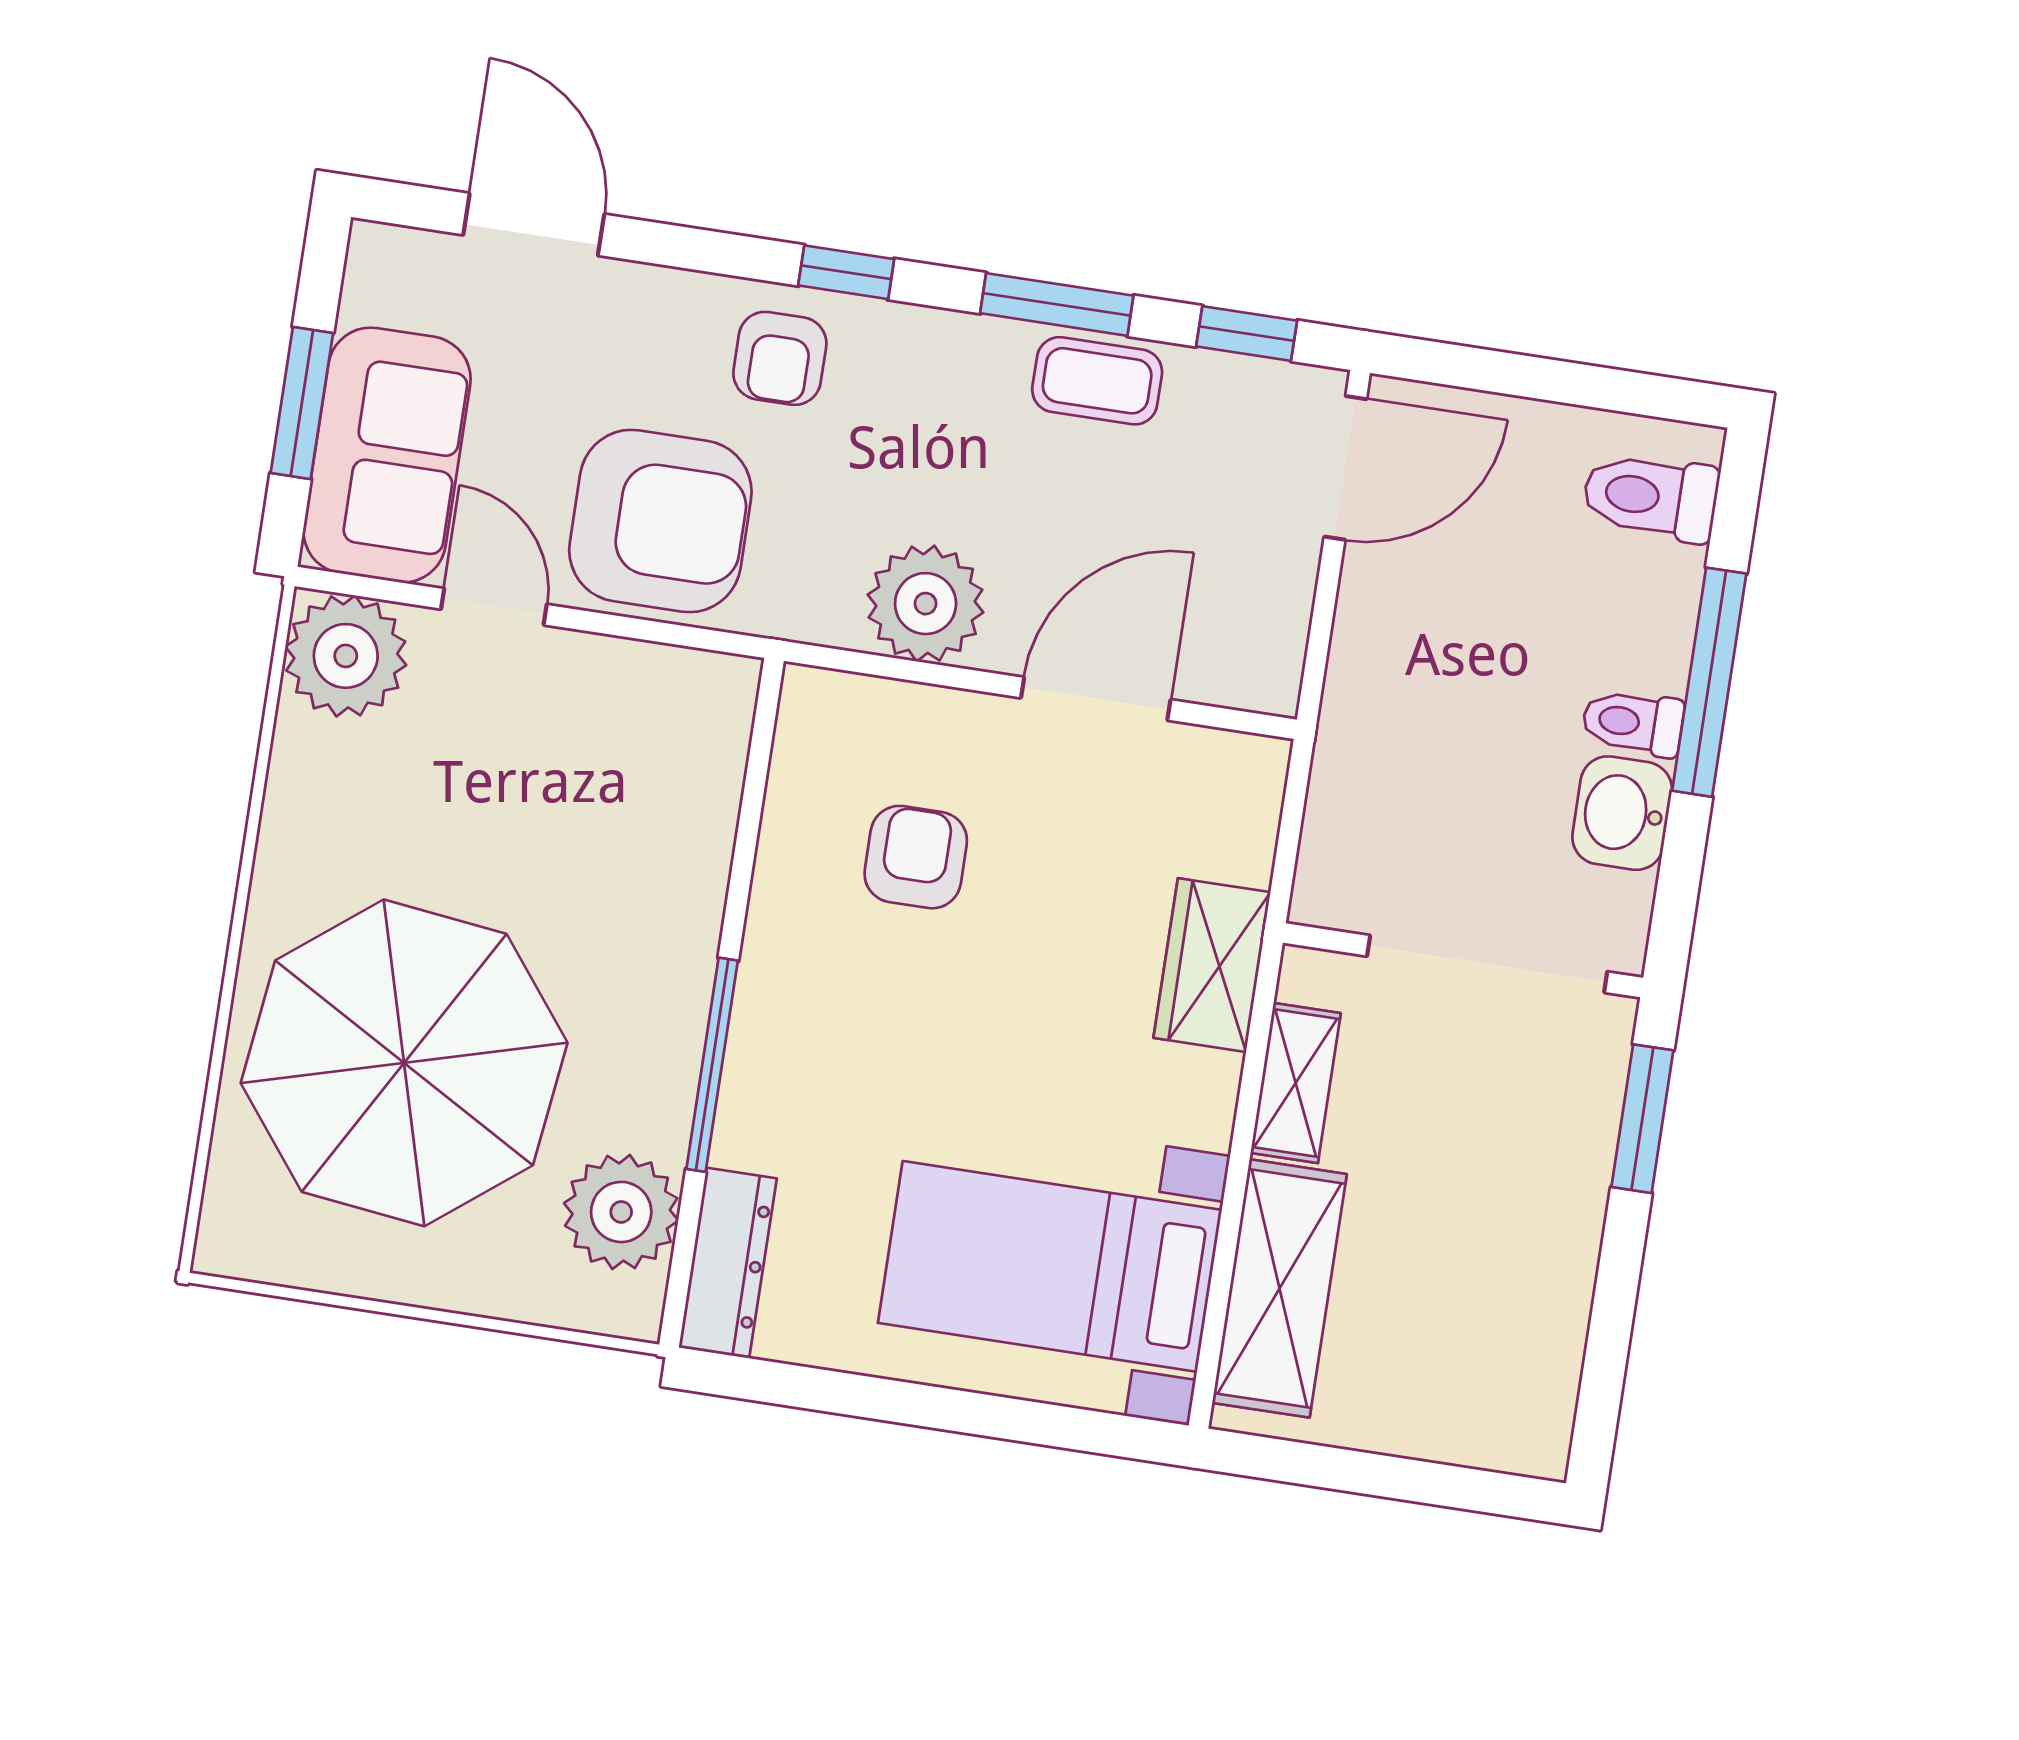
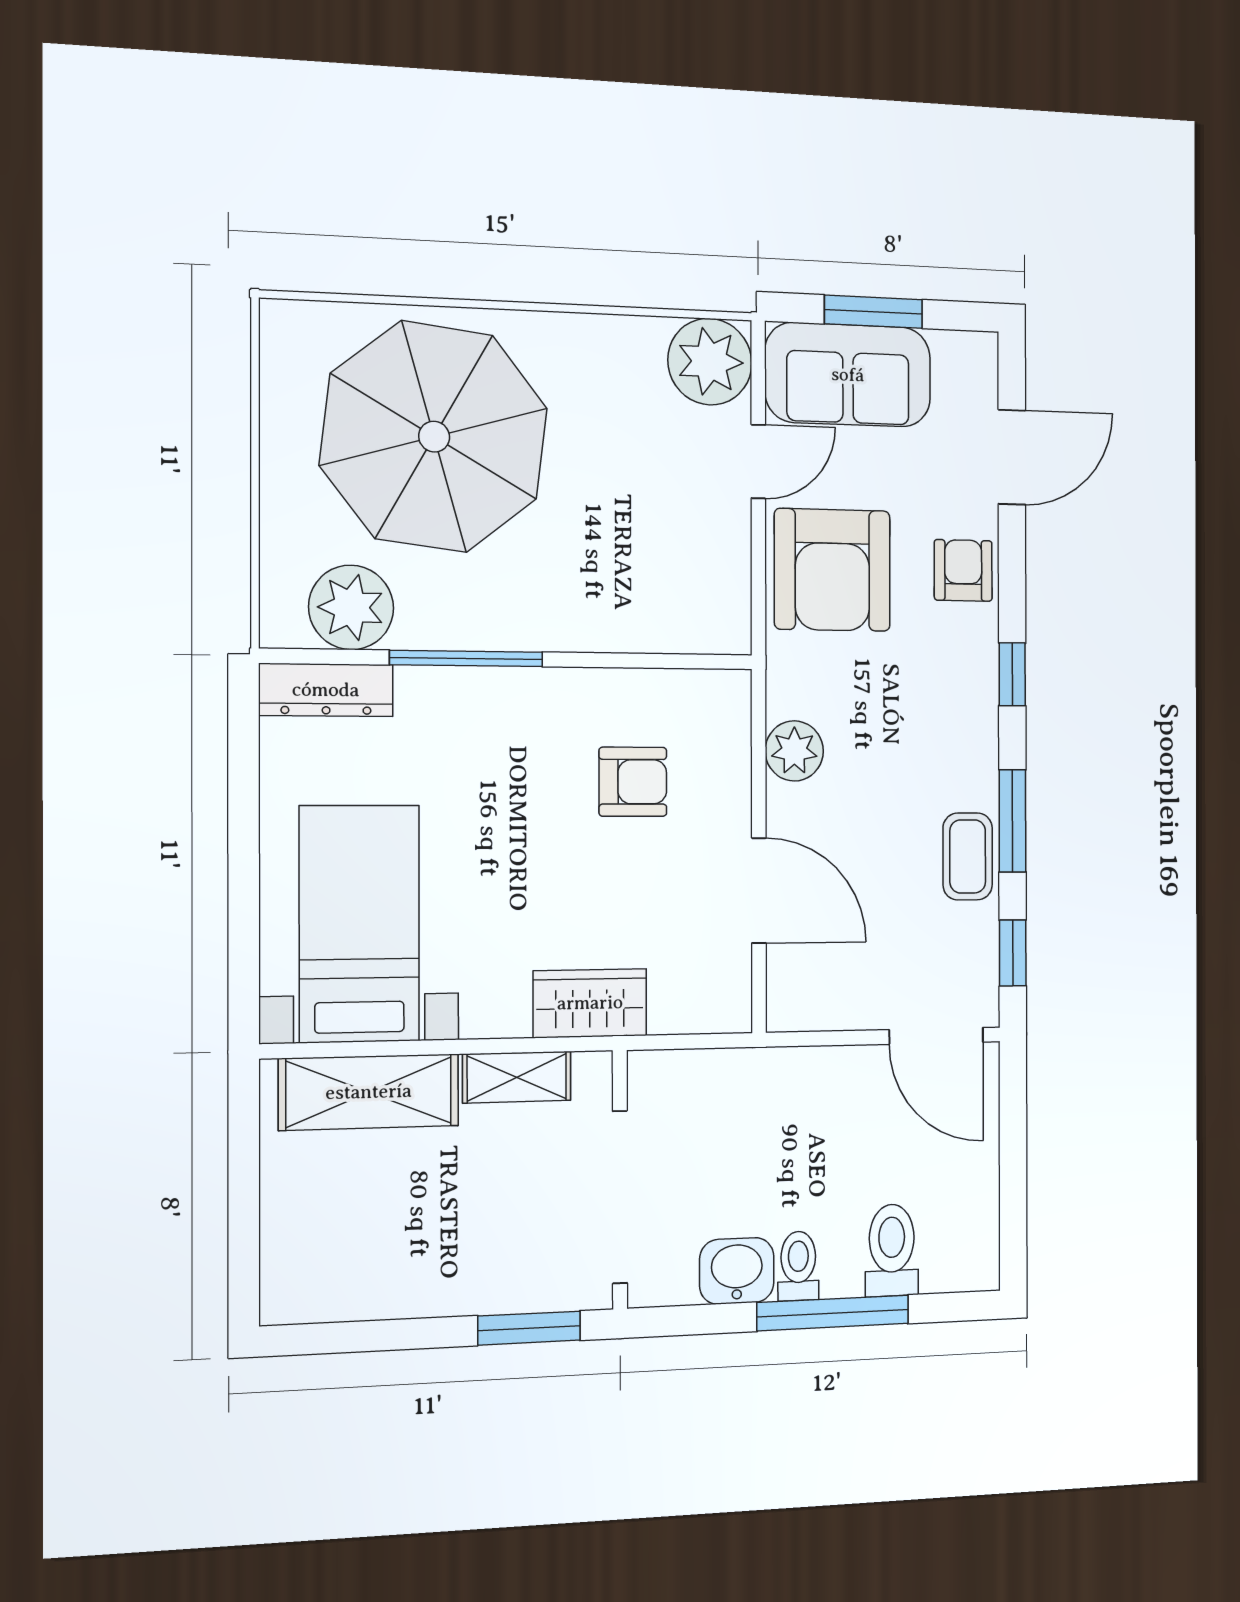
armchair: (780, 358) -> (963, 570), moved, turned 90
toilet: (1651, 497) -> (892, 1250), moved
plant: (926, 604) -> (794, 751), width x0.73, depth x0.73

